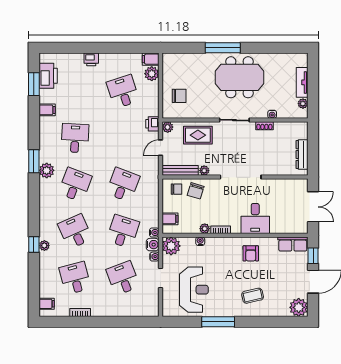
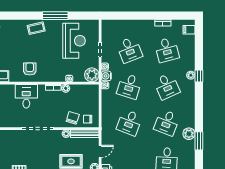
filing cabinet: (170, 219) -> (93, 96), removed
reception desk: (194, 290) -> (74, 41), turned 180
coffee table: (253, 296) -> (36, 28), moved

